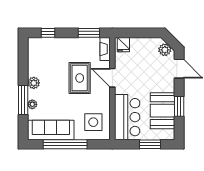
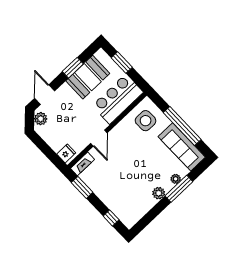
rug: (80, 78) -> (122, 162), removed

